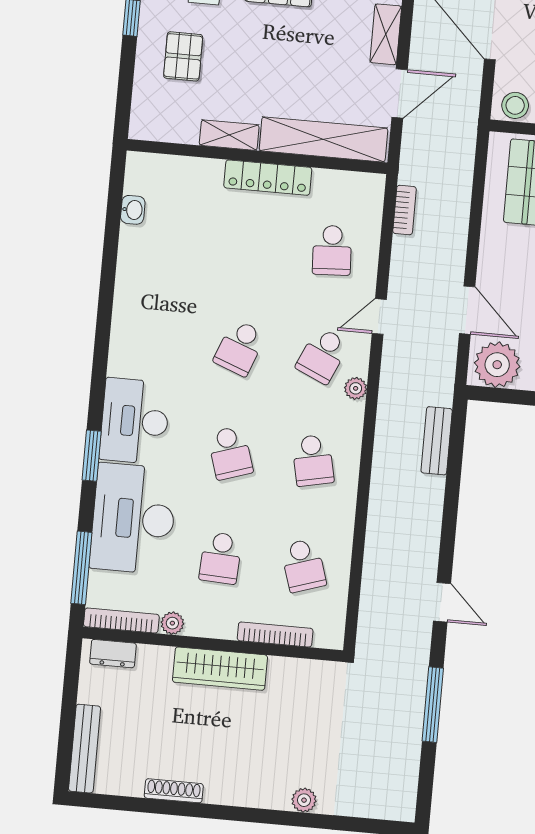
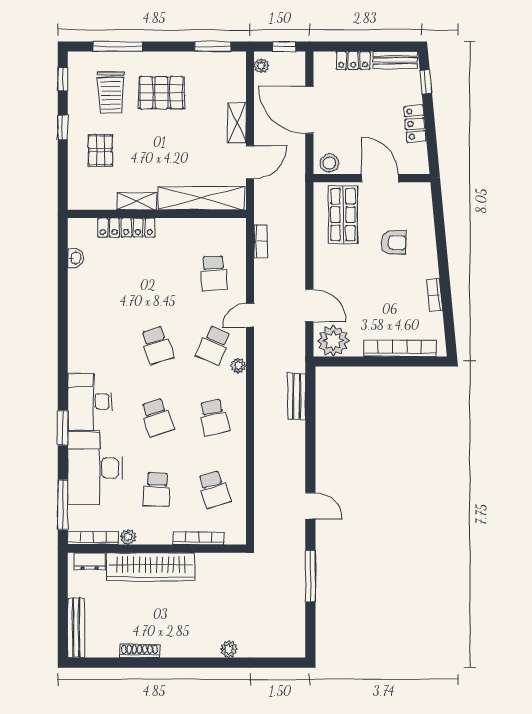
locker: (268, 178) -> (126, 228), moved
school desk: (240, 348) -> (157, 345), turned -39
wardrobe: (220, 669) -> (151, 567), width x1.40, depth x1.17

